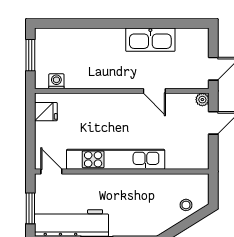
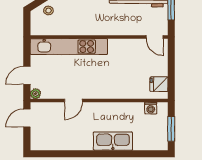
kitchen sink: (150, 40) -> (113, 141), moved
door: (154, 91) -> (73, 101), swing flipped
kitchen unit: (116, 159) -> (69, 47), moved

